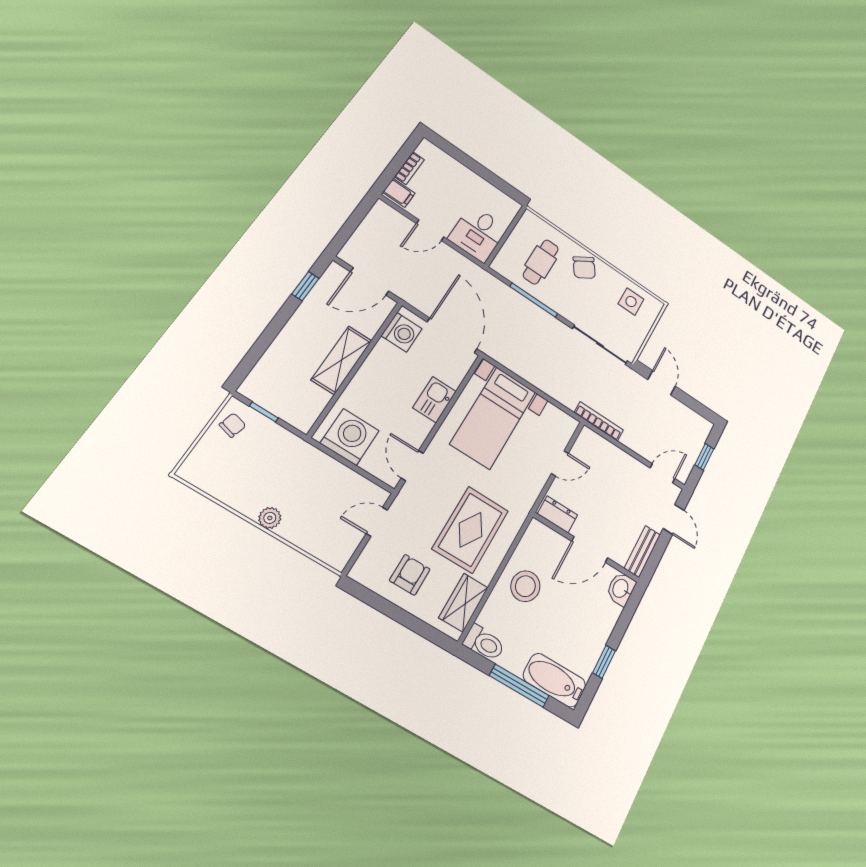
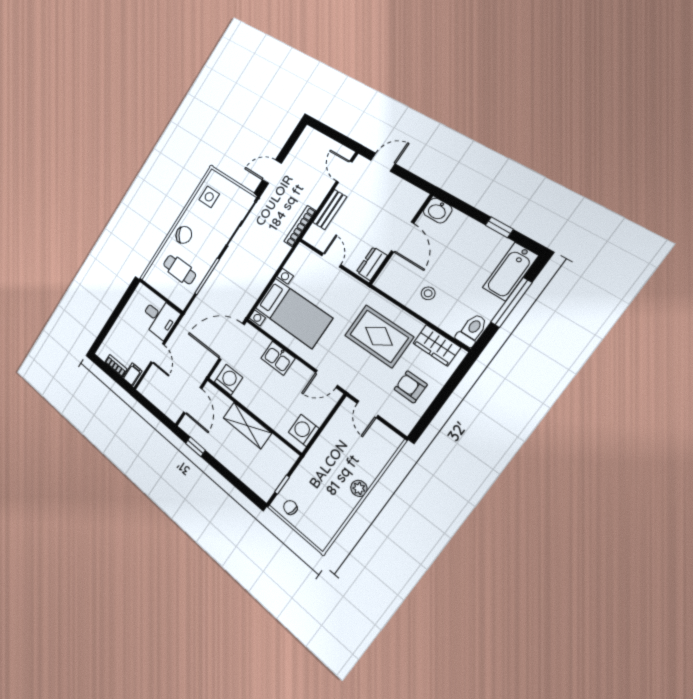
washing machine: (350, 437) -> (304, 430), width x0.73, depth x0.73
window: (704, 457) -> (333, 134), removed
bench: (642, 551) -> (330, 210), moved, turned 90
stool: (525, 586) -> (428, 293), width x0.53, depth x0.53

